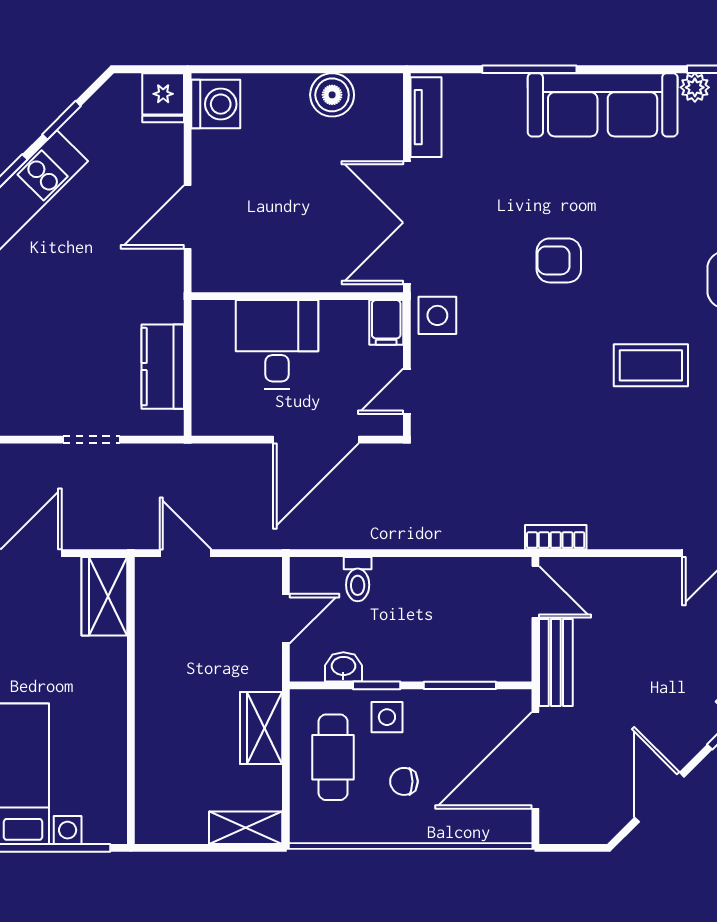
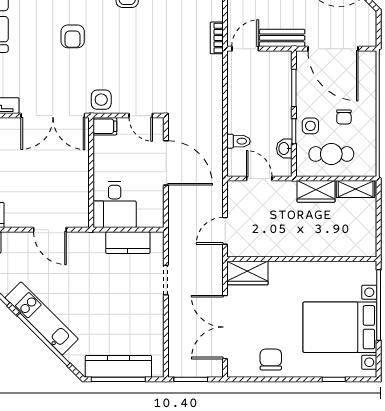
desk: (277, 344) -> (115, 205), moved, turned -90
shelving: (246, 828) -> (356, 189), moved, turned 90

